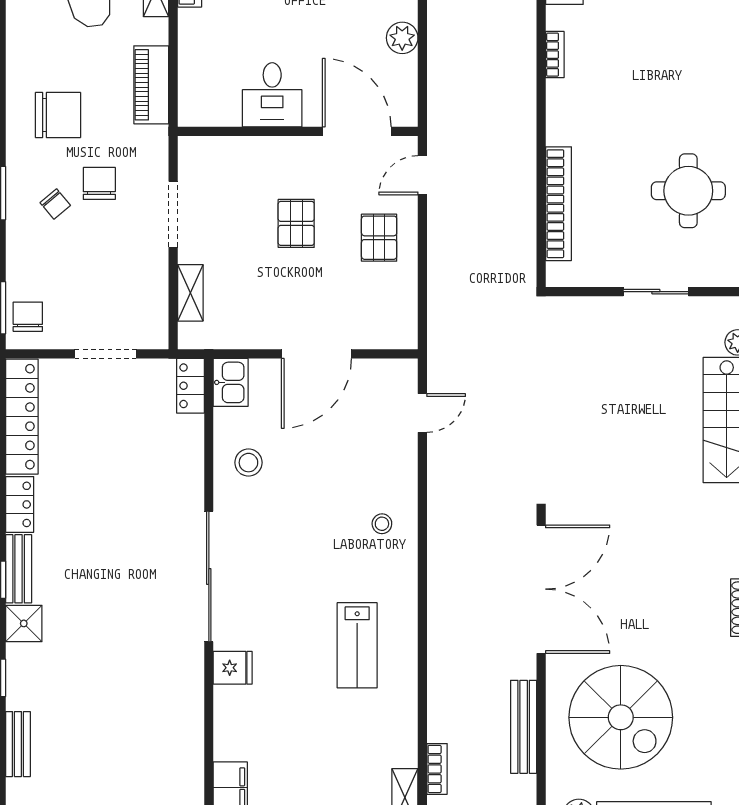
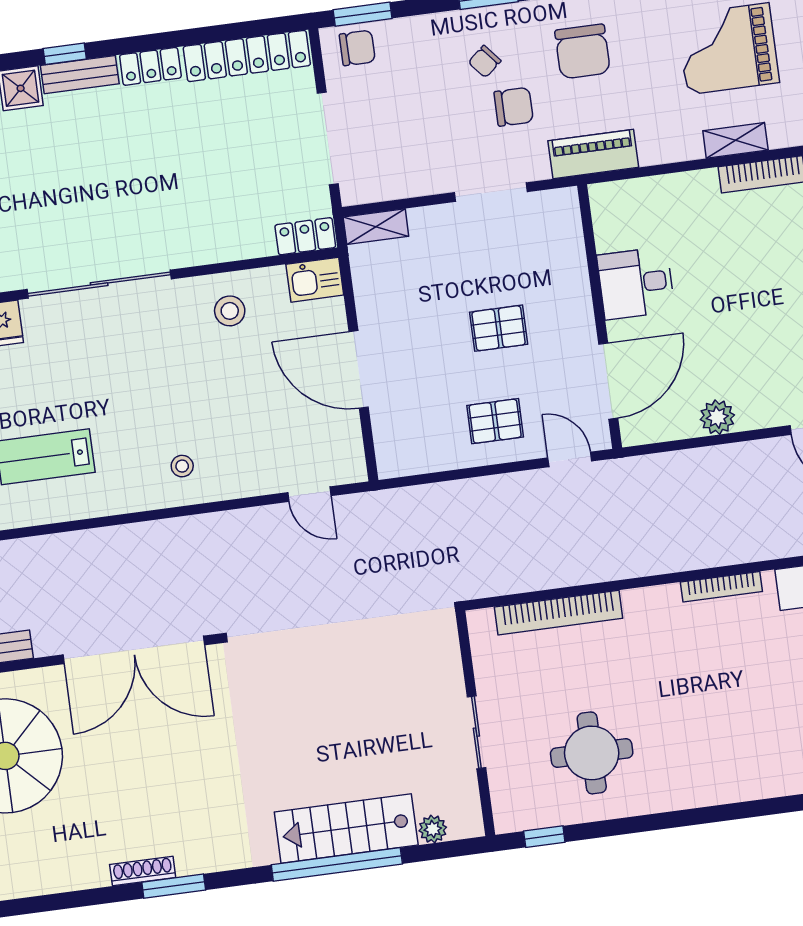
bookcase: (555, 55) -> (721, 587), width x1.56
piano: (151, 85) -> (593, 154), moved
shelving: (190, 293) -> (376, 227), moved
doorway: (105, 354) -> (328, 138), width x1.36

